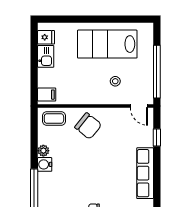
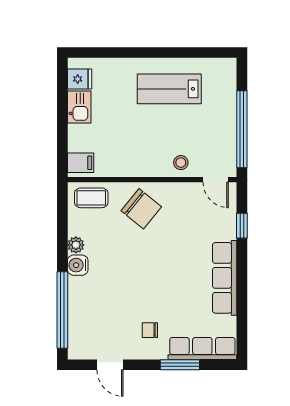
lab bench: (107, 44) -> (169, 89), width x0.73, depth x0.72
stool: (115, 81) -> (181, 163), moved

